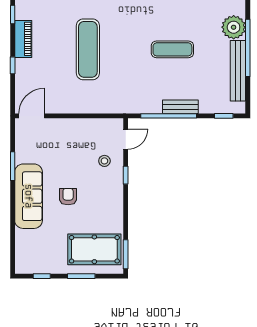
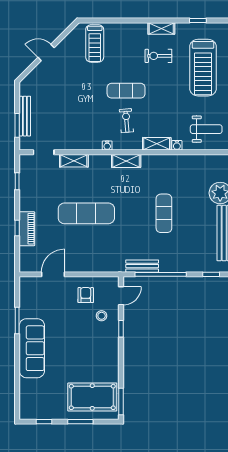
piano: (23, 39) -> (27, 229), moved
exercise mat: (88, 49) -> (86, 213), turned 90
exercise mat: (172, 49) -> (164, 213), turned 90
bench: (180, 107) -> (142, 266), moved
door: (32, 116) -> (53, 274), moved
armchair: (68, 197) -> (86, 295), moved

